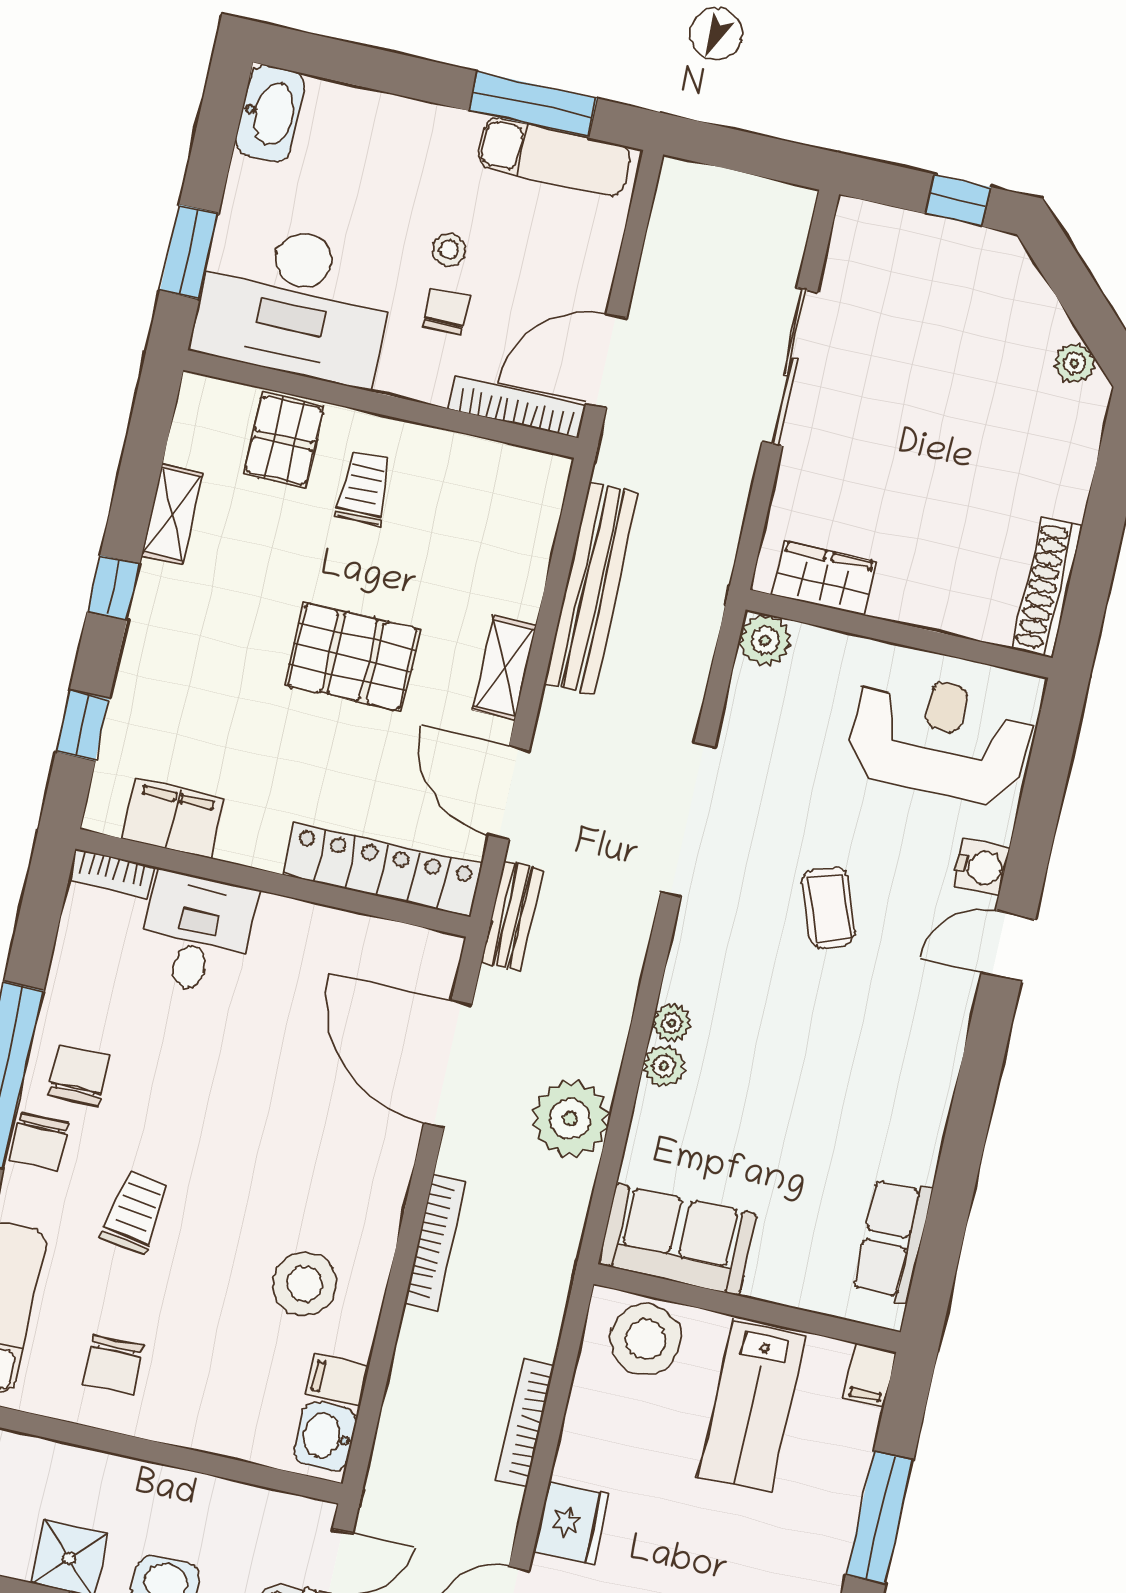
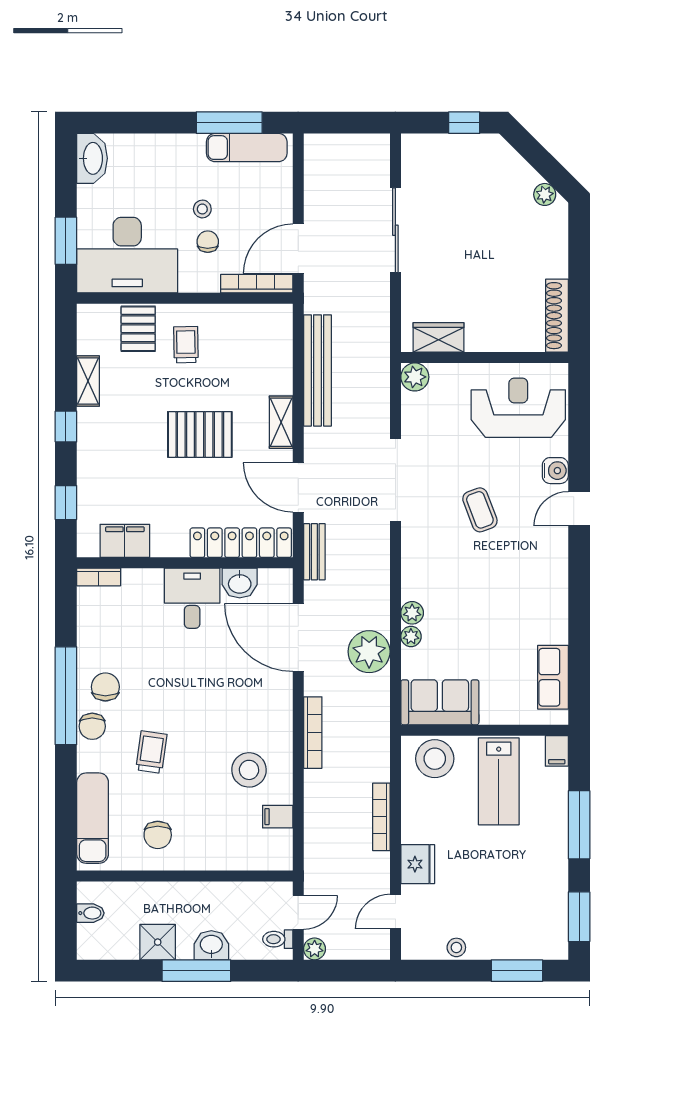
desk: (197, 933) -> (192, 598), moved
plant: (672, 1023) -> (411, 636), moved
washbasin: (325, 1436) -> (240, 583), moved, turned -90

